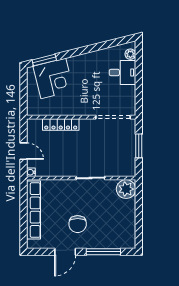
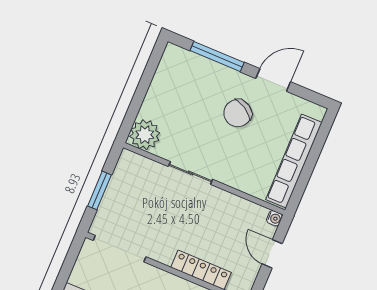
chair: (78, 224) -> (238, 113), turned -149

